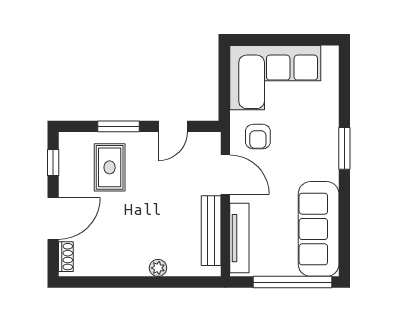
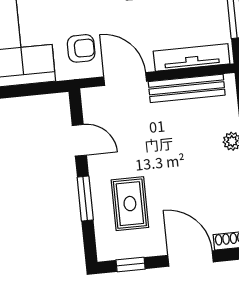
rug: (110, 167) -> (130, 204), turned 90
door: (225, 175) -> (125, 79), hinge flipped

